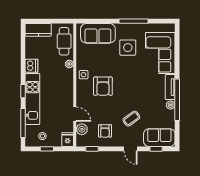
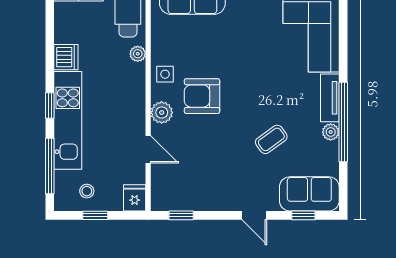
side table: (128, 48) -> (249, 23), removed
armchair: (103, 86) -> (202, 96), turned 90
coffee table: (131, 119) -> (271, 139), moved
plant: (82, 129) -> (162, 112), moved
armchair: (105, 131) -> (206, 181), removed

